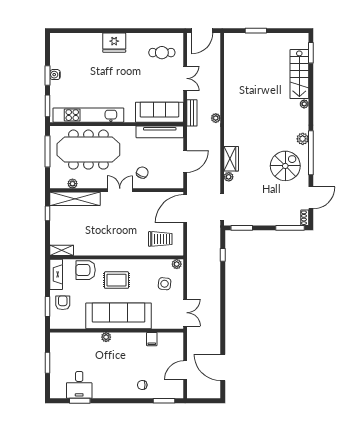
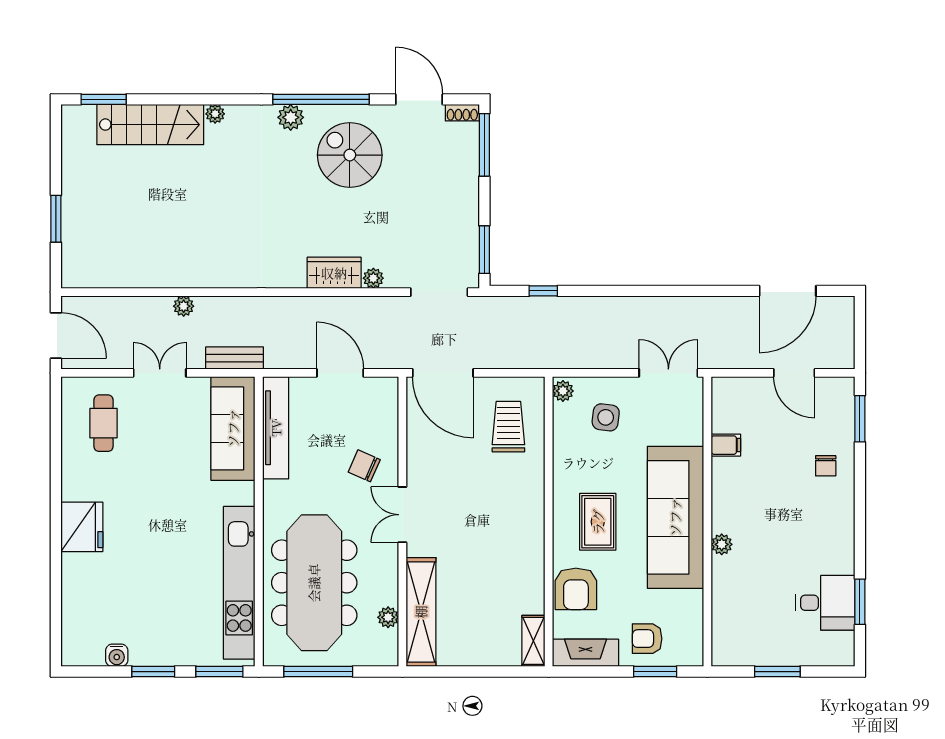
water cooler: (55, 75) -> (117, 655), moved
plant: (216, 118) -> (184, 306), moved
window: (48, 213) -> (453, 672), removed

